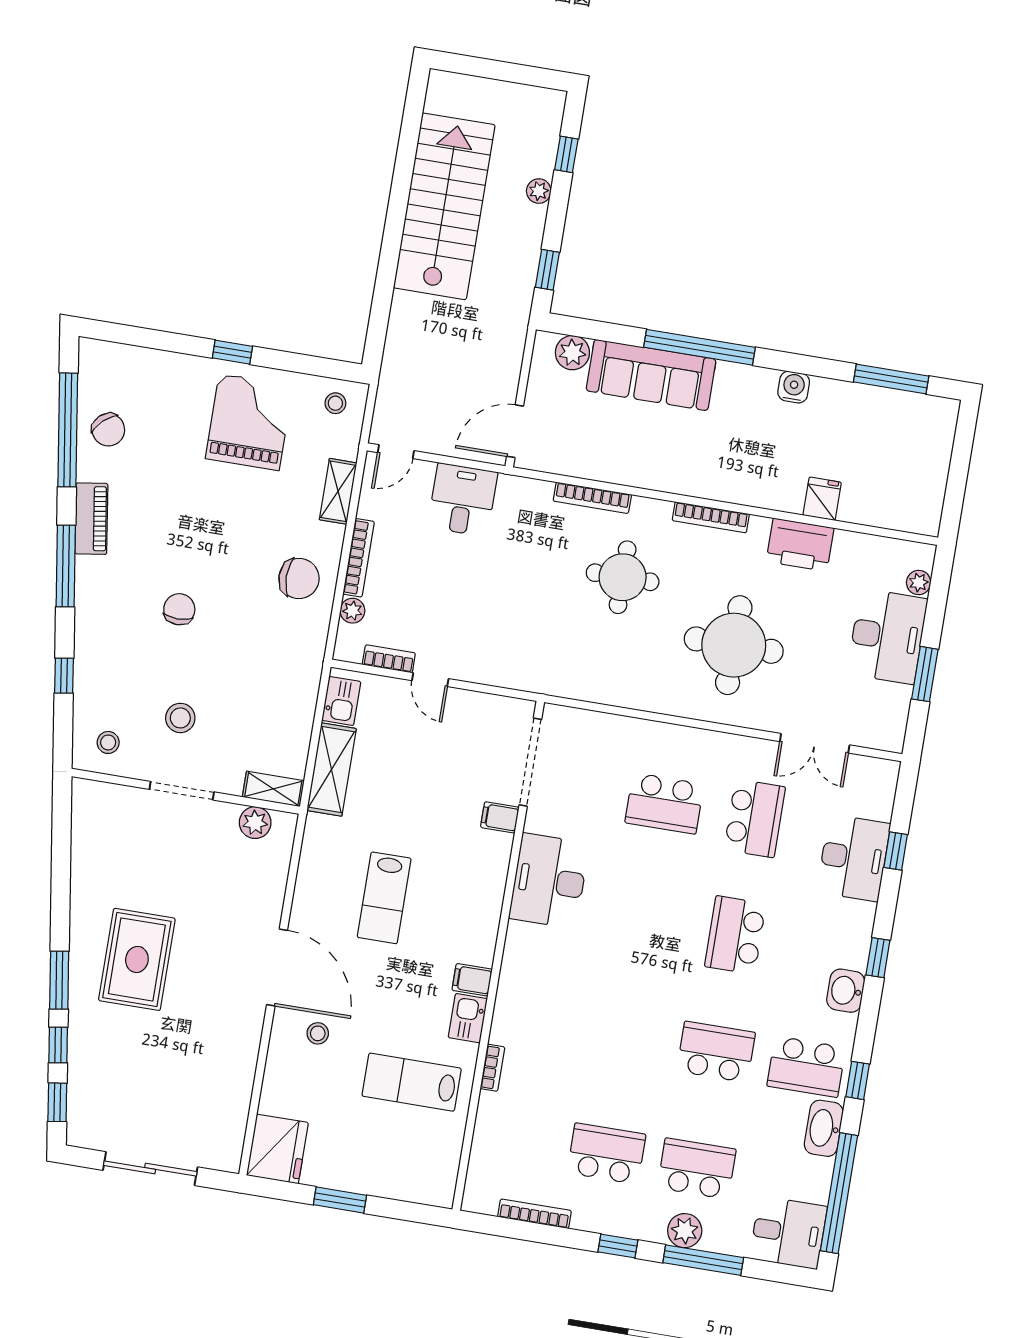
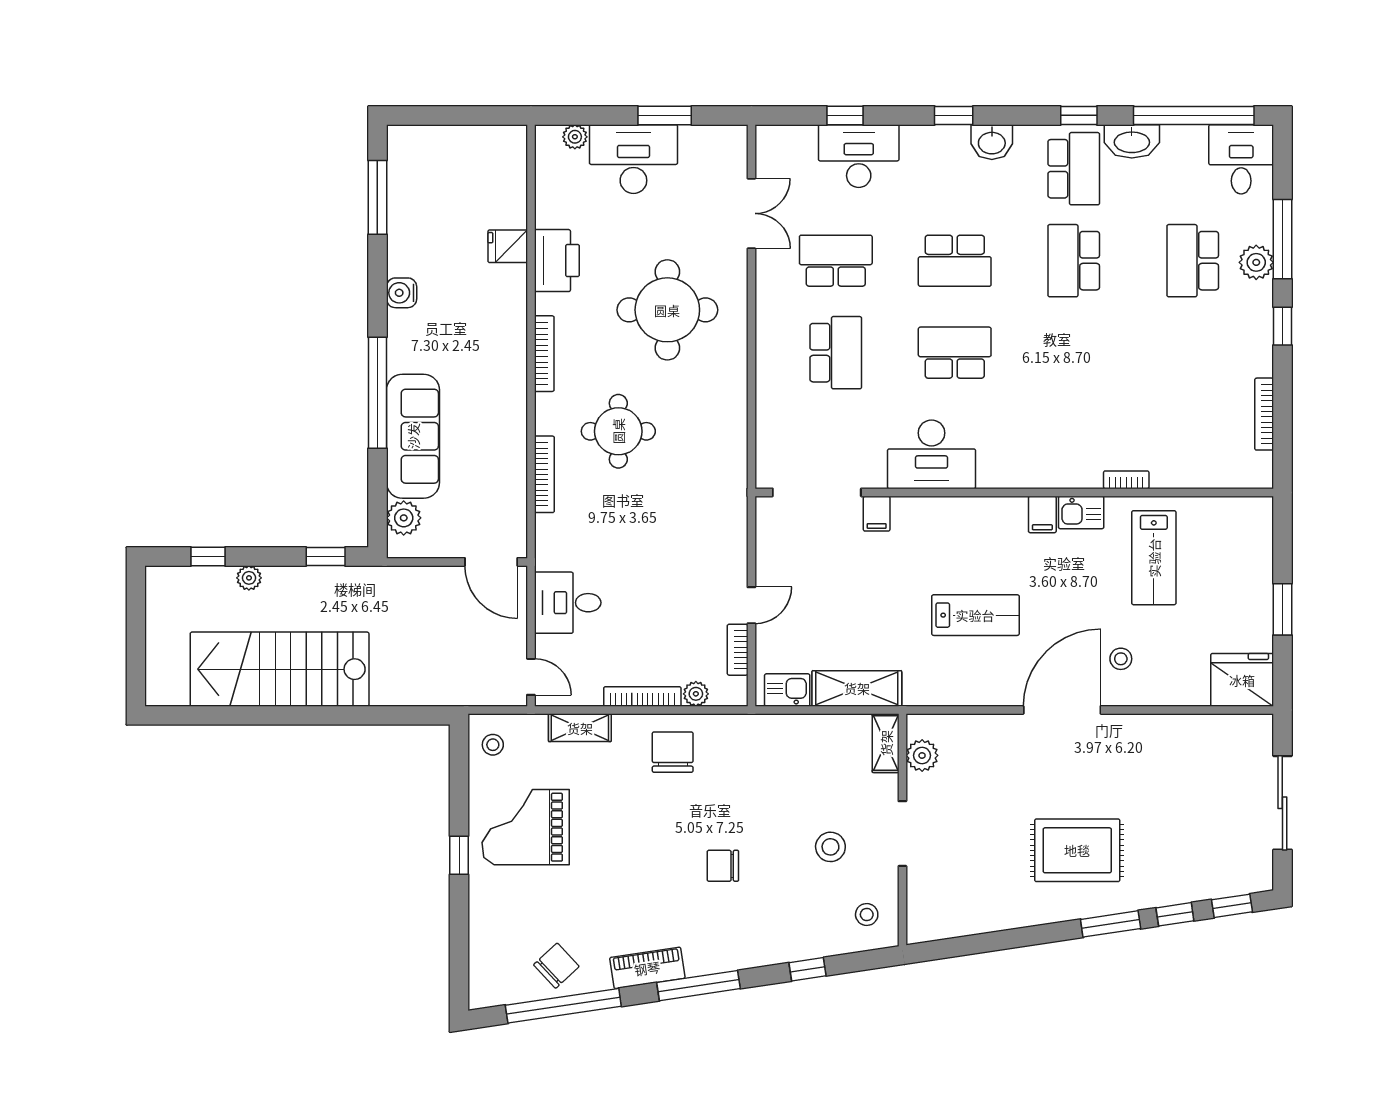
school desk: (606, 1154) -> (955, 353), moved, turned 90

